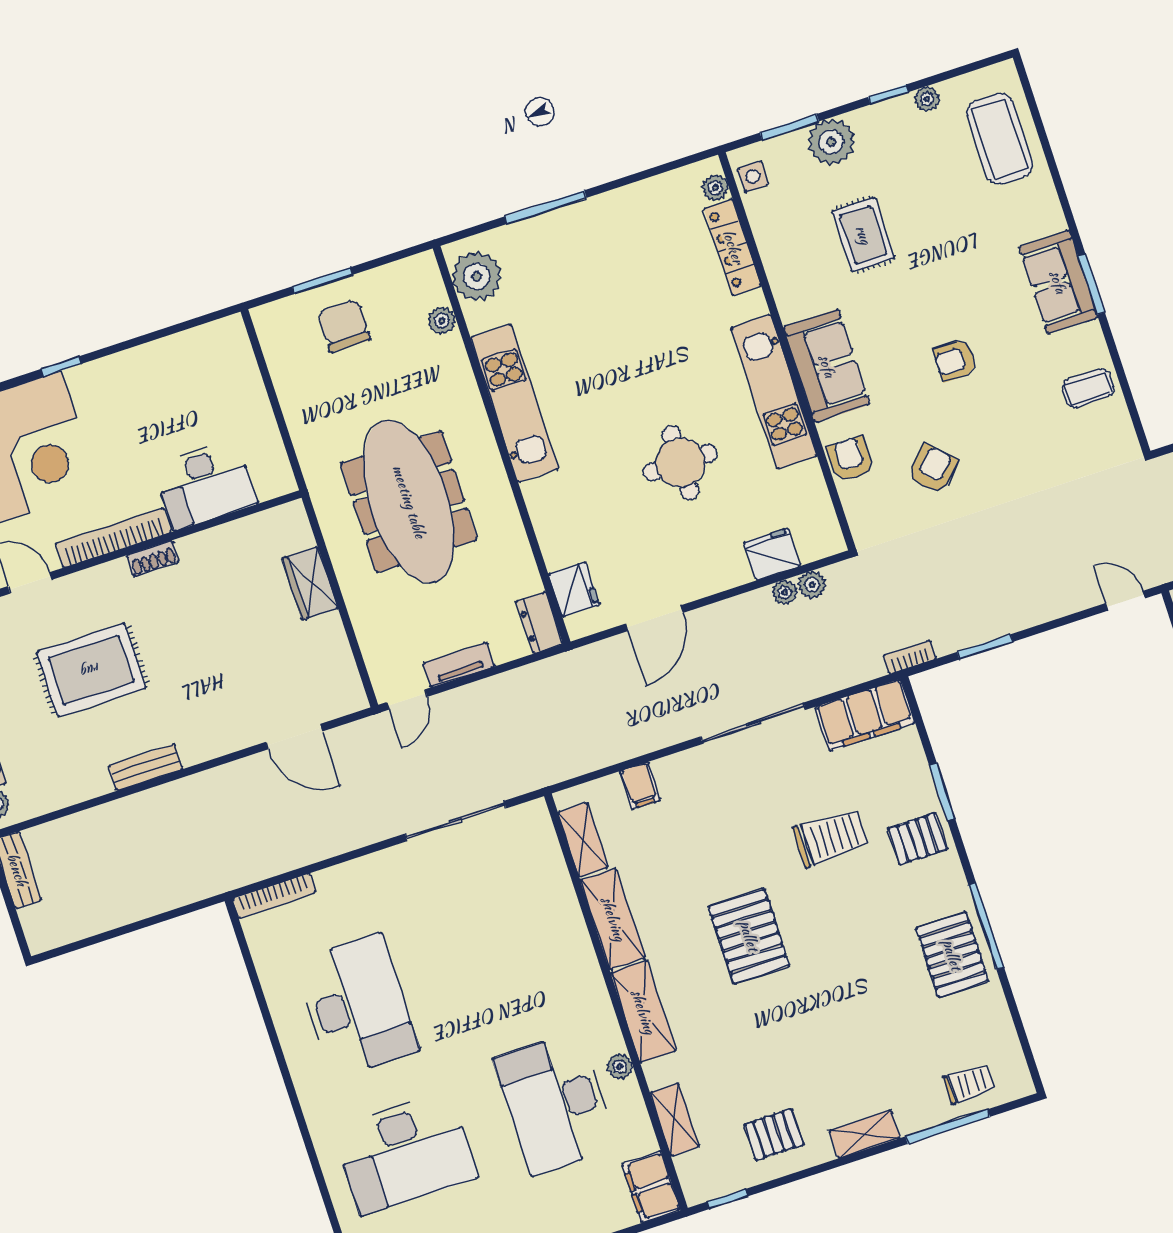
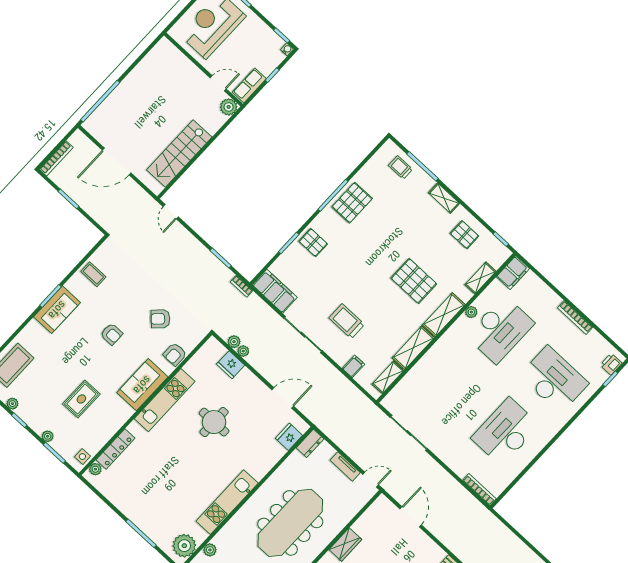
plant: (831, 142) -> (48, 436), width x0.53, depth x0.53
trolley: (831, 837) -> (347, 321), moved
pallet: (749, 936) -> (414, 281), moved, turned 90

